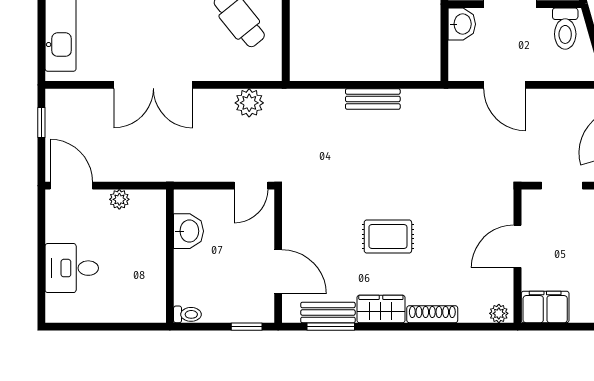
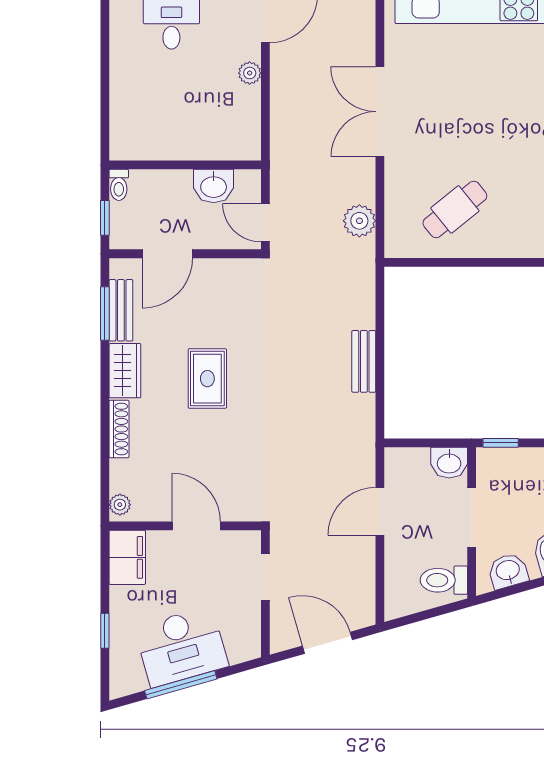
washbasin: (188, 231) -> (214, 186), moved
wall: (170, 256) -> (185, 165), moved
toilet: (187, 314) -> (119, 185), moved

